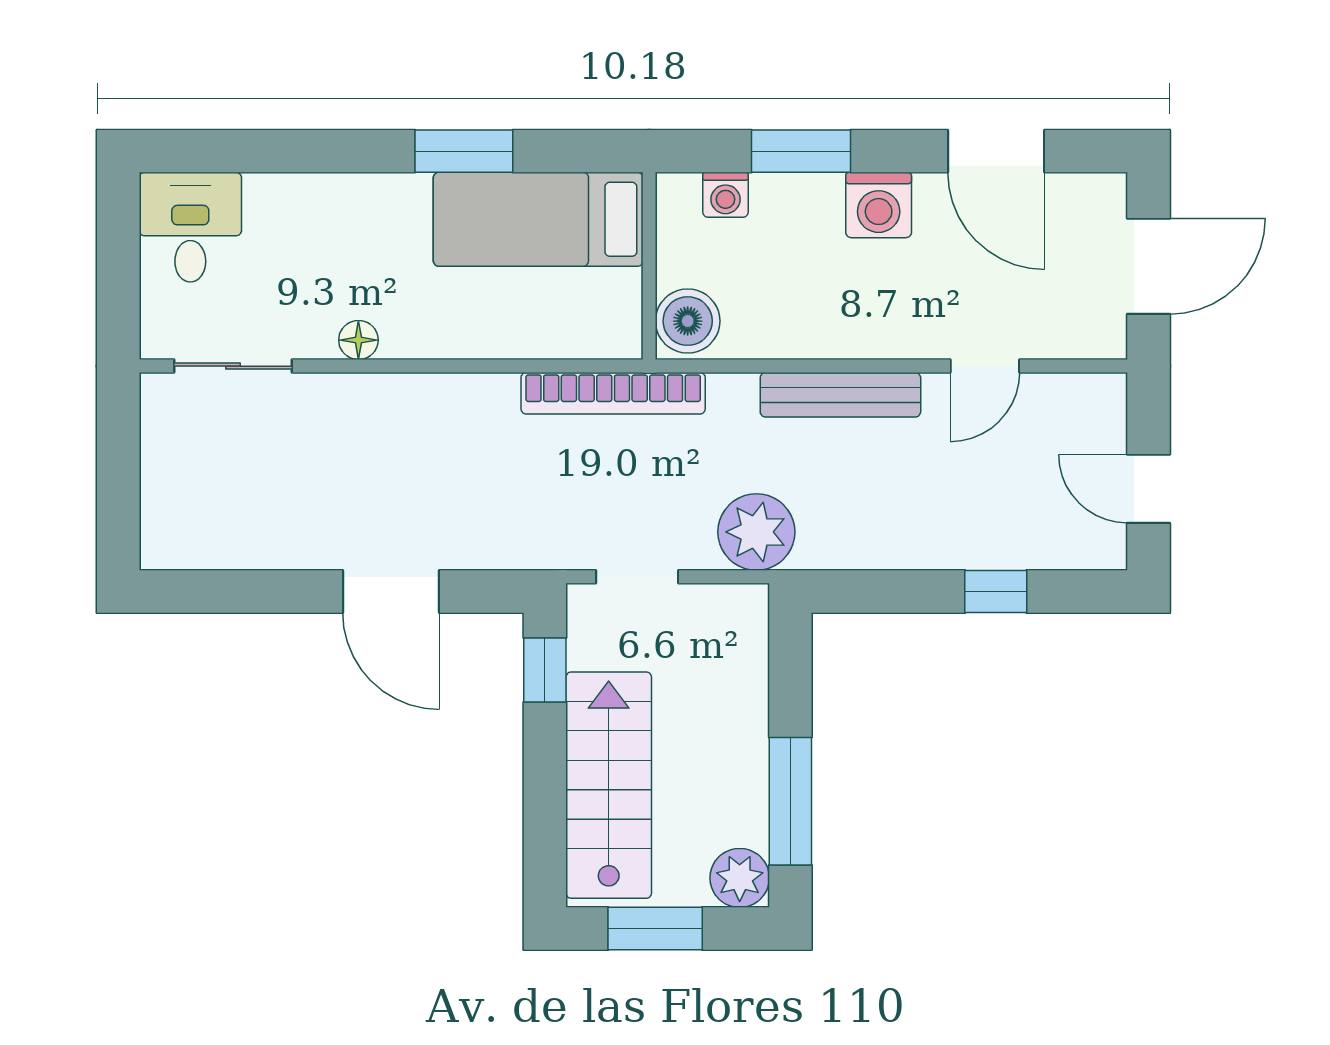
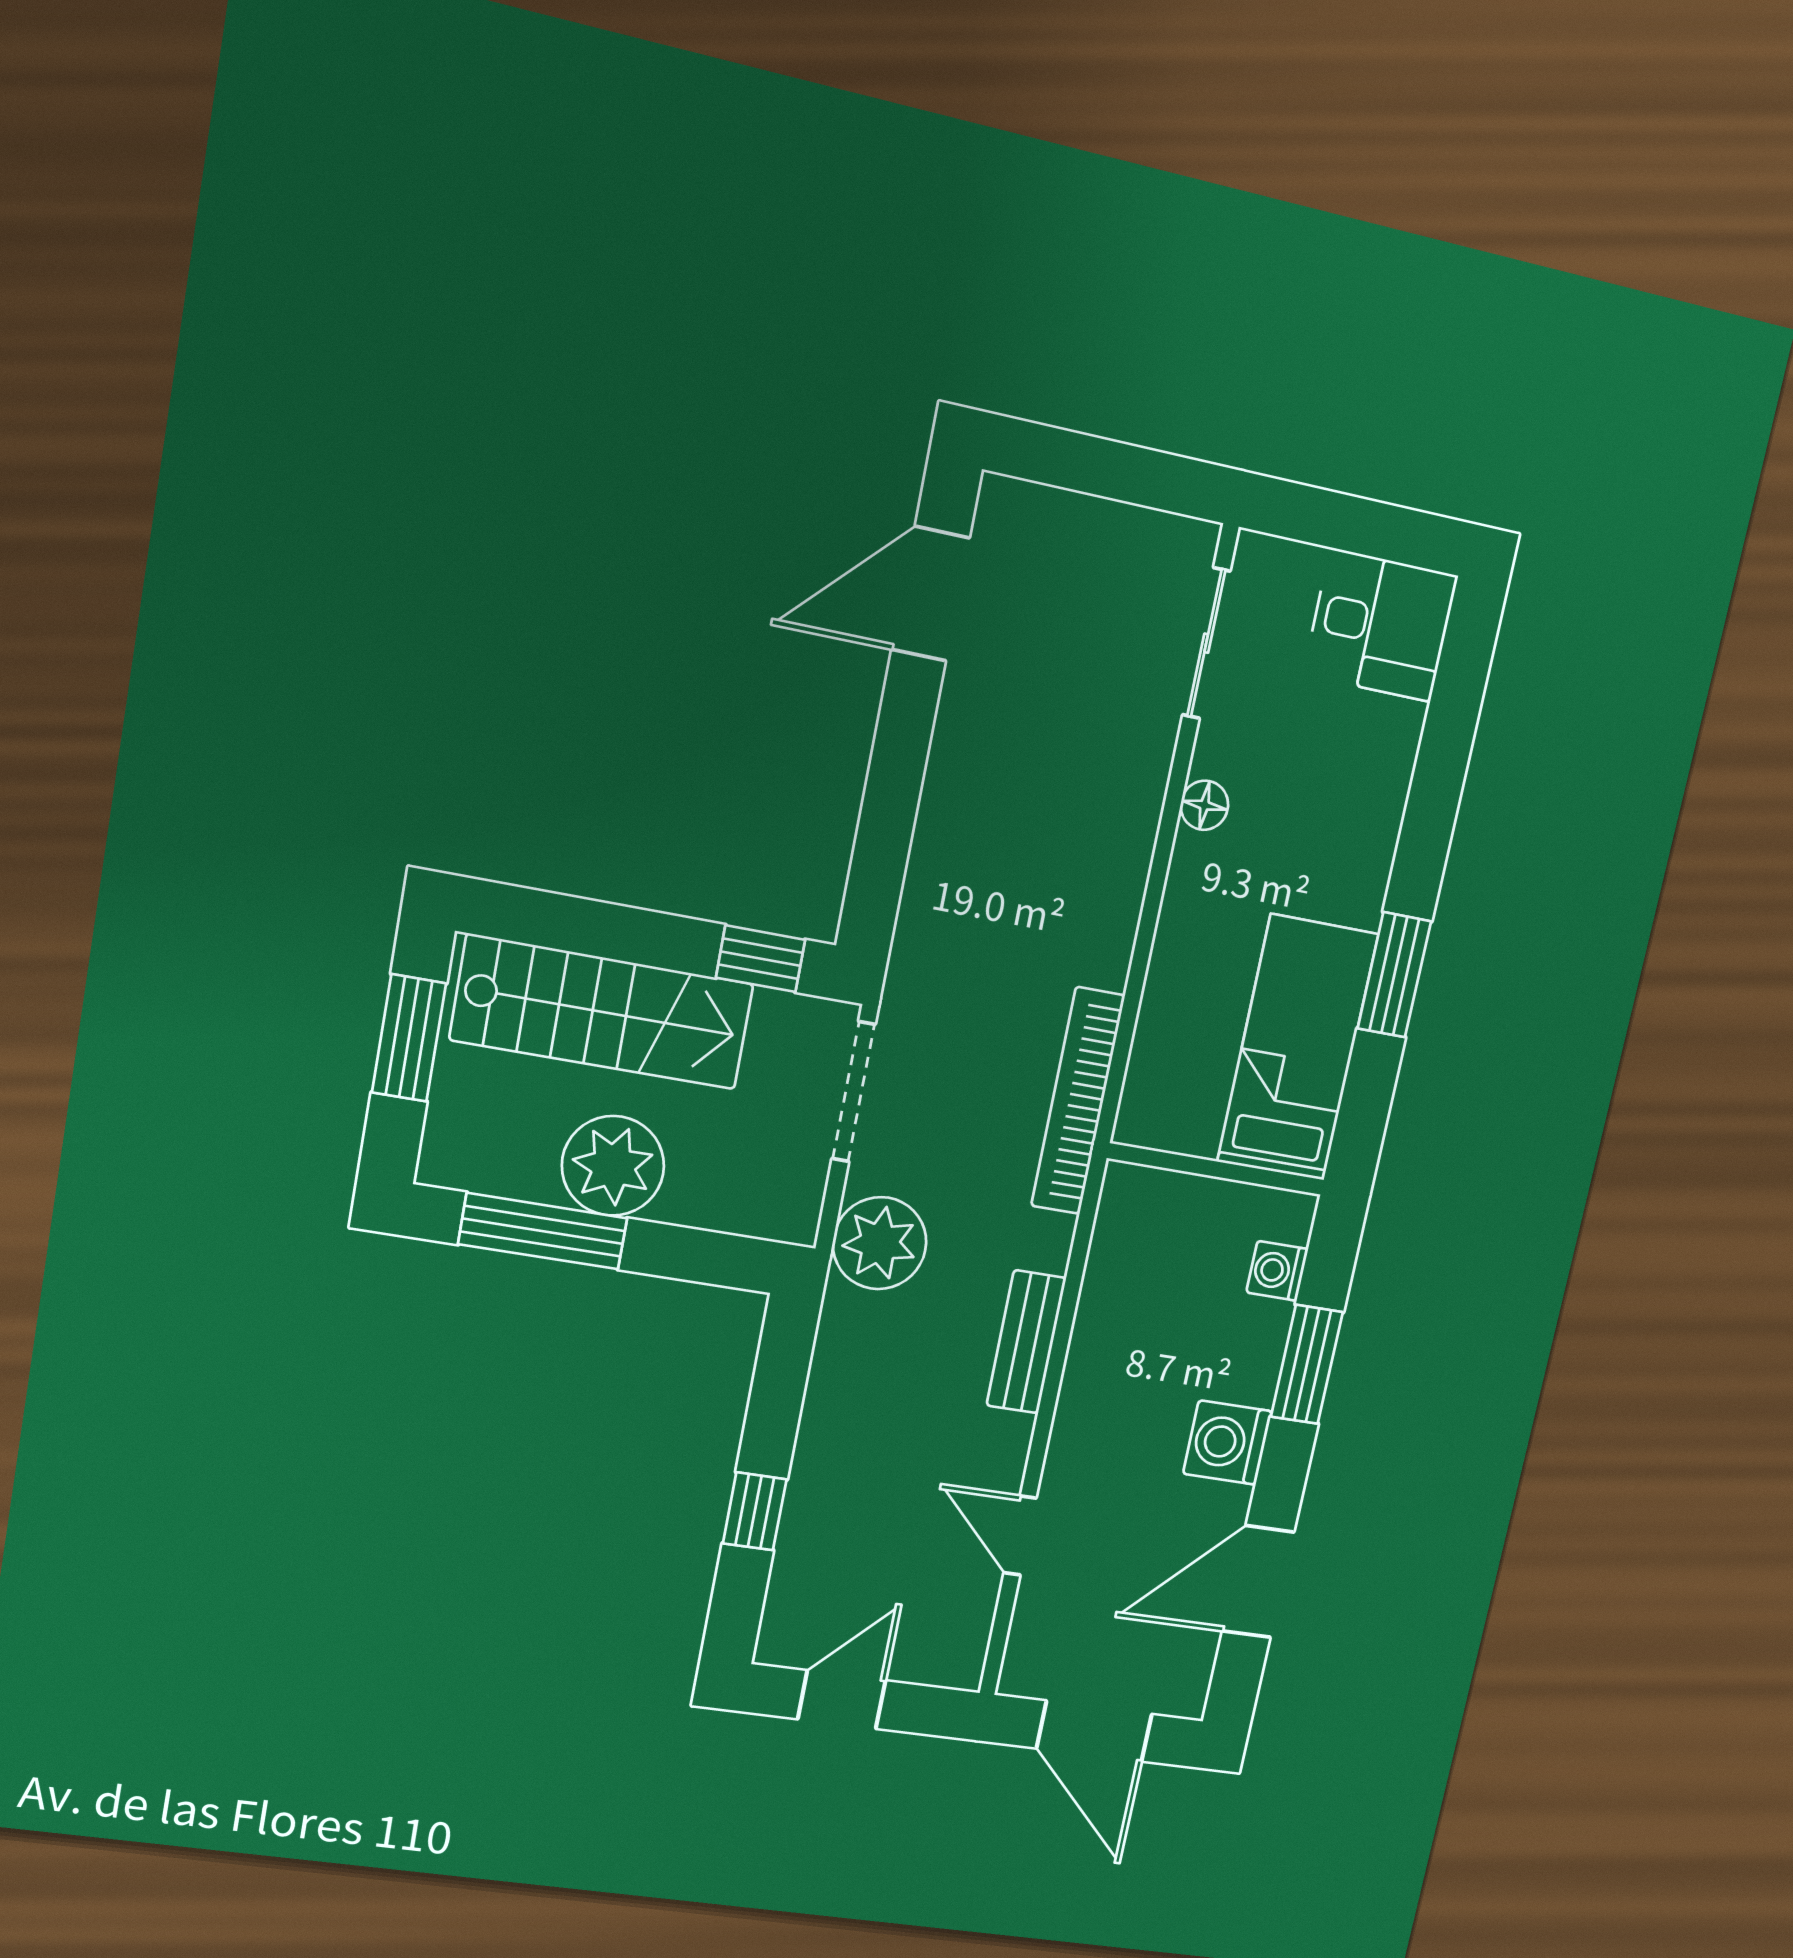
boiler: (688, 321) -> (1143, 1203), removed
bench: (840, 395) -> (1026, 1342), width x0.73
doorway: (637, 577) -> (854, 1092), width x1.38
door: (391, 591) -> (930, 594), moved
plant: (740, 878) -> (613, 1166), moved, width x1.36, depth x1.36

